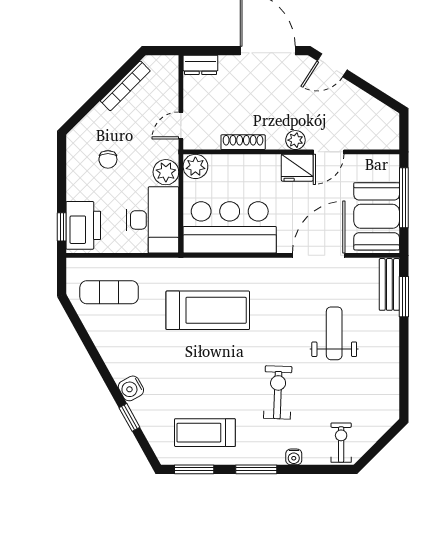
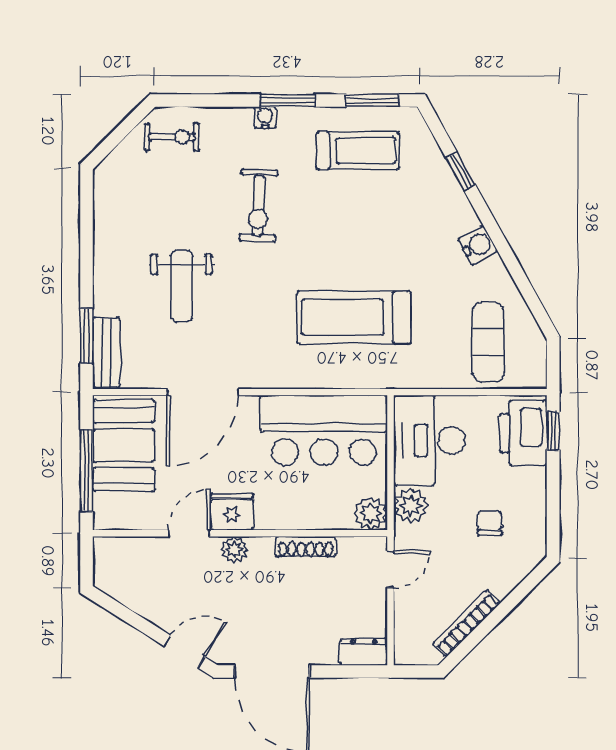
exercise mat: (109, 292) -> (488, 342), turned 90
water cooler: (131, 388) -> (478, 245), moved
exercise bike: (341, 443) -> (172, 137), turned -90
water cooler: (294, 457) -> (265, 117), moved

